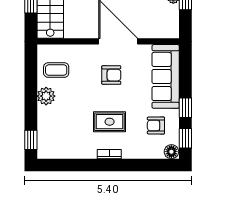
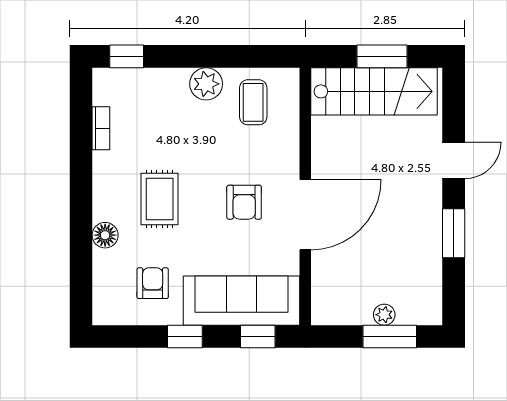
window: (185, 138) -> (258, 337), moved
floor lamp: (171, 152) -> (105, 235), moved
bookcase: (109, 154) -> (101, 128), moved

